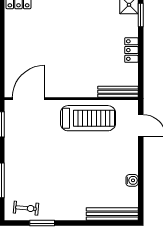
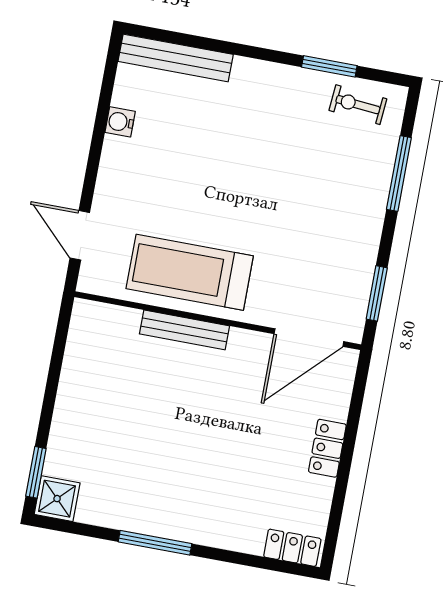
locker: (131, 50) -> (327, 448), moved, turned 180
bench: (118, 92) -> (184, 330), moved

